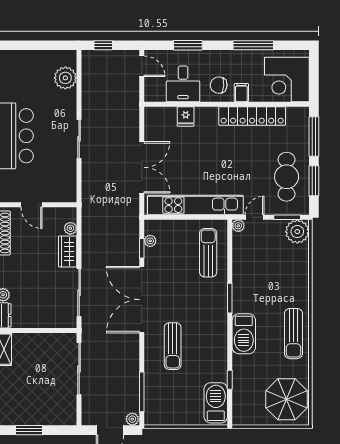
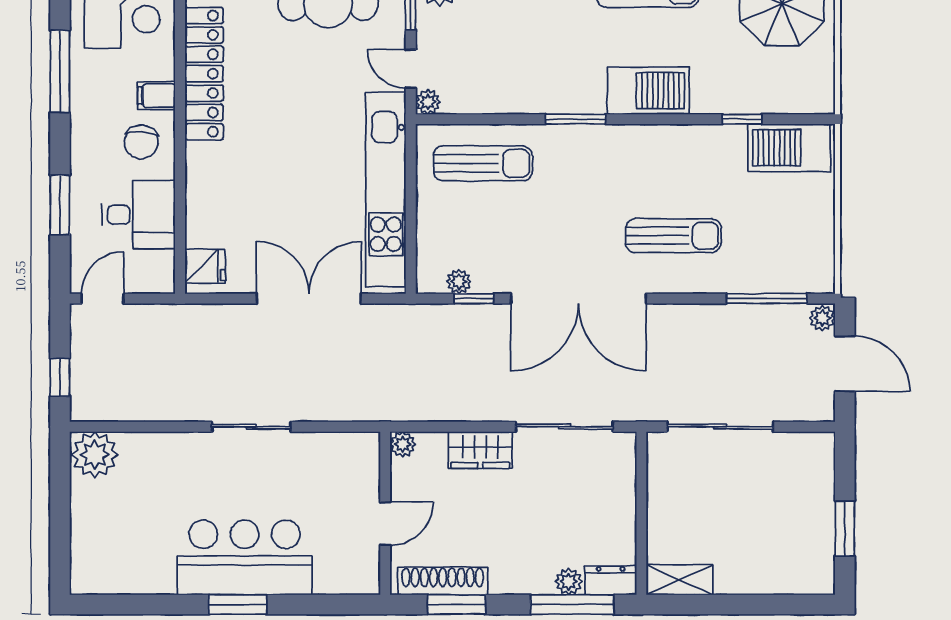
plant: (65, 78) -> (95, 455), moved
fridge: (186, 116) -> (205, 266), moved
plant: (70, 228) -> (403, 444), moved
sun lounger: (208, 253) -> (483, 163), turned 180

